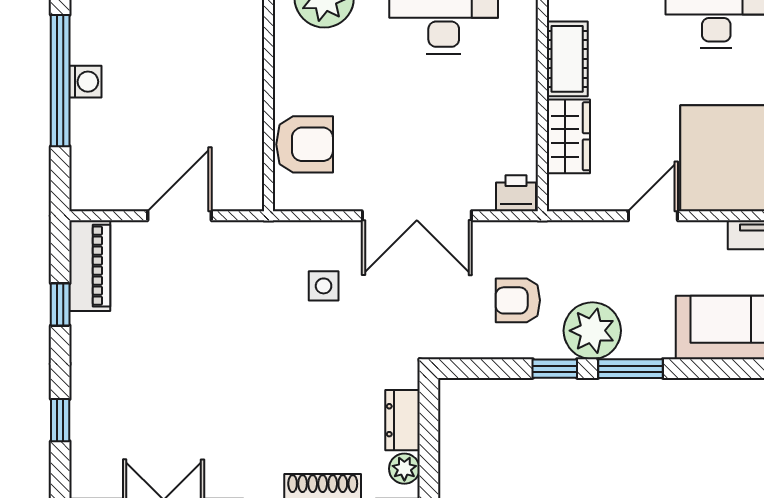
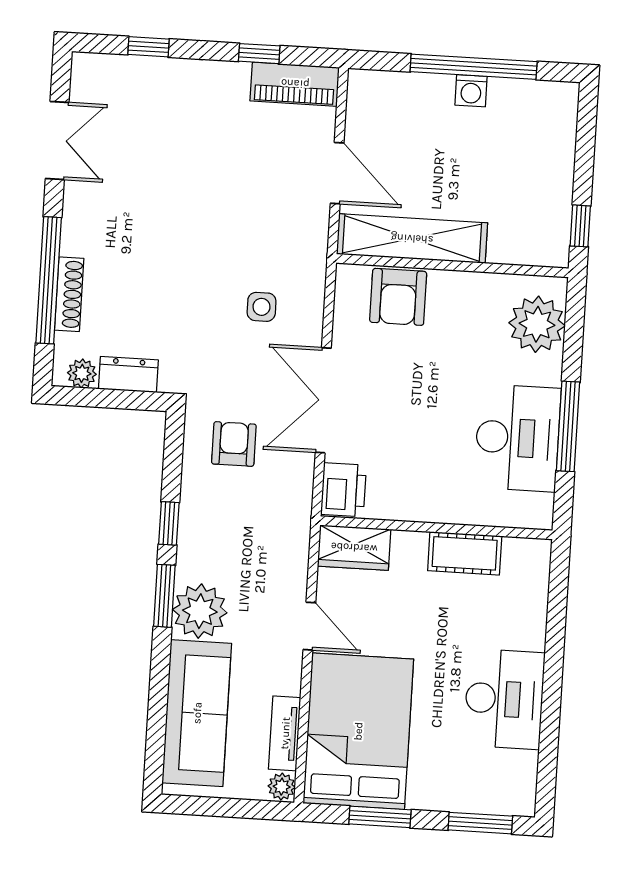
shelving: (243, 134) -> (412, 239), added
wardrobe: (568, 136) -> (354, 548), moved
printer: (516, 193) -> (344, 490), width x1.36, depth x1.24
armchair: (518, 300) -> (234, 444), moved
plant: (592, 331) -> (200, 611), moved

